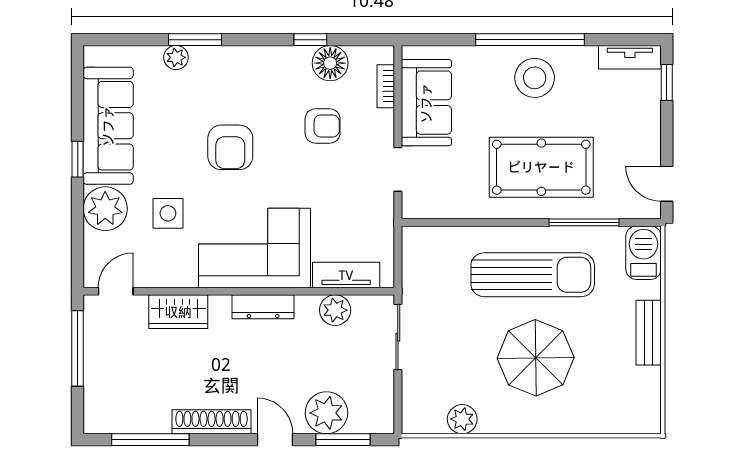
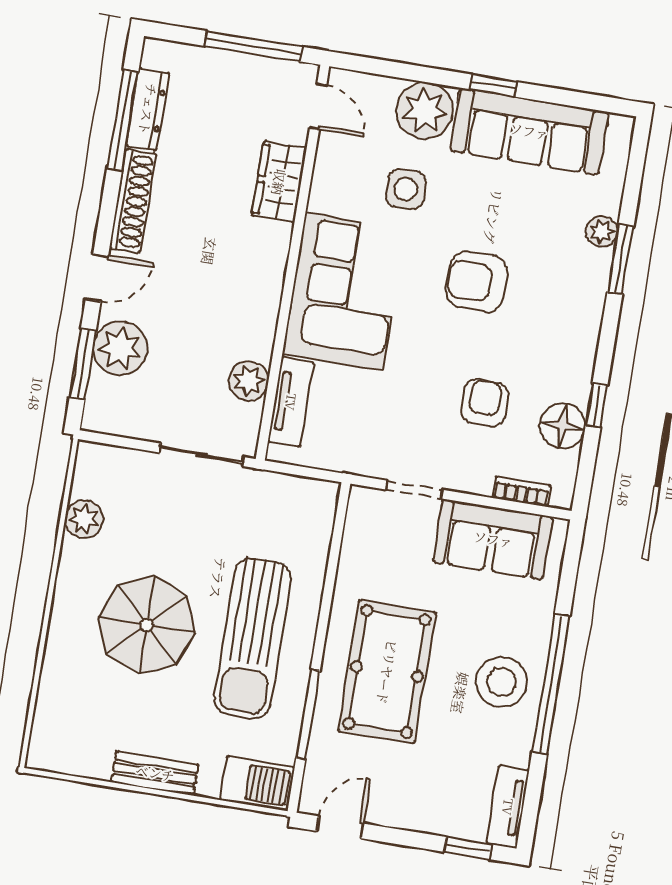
armchair: (323, 126) -> (484, 403), turned 180
dresser: (263, 307) -> (148, 109), moved, turned 180

